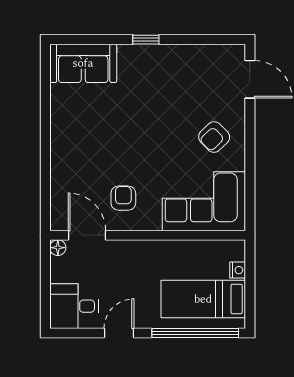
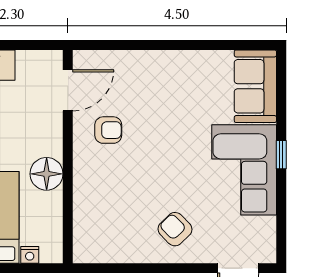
corner sofa: (204, 201) -> (244, 170), moved, turned 180
floor lamp: (58, 248) -> (47, 174), moved, width x1.89, depth x1.89

